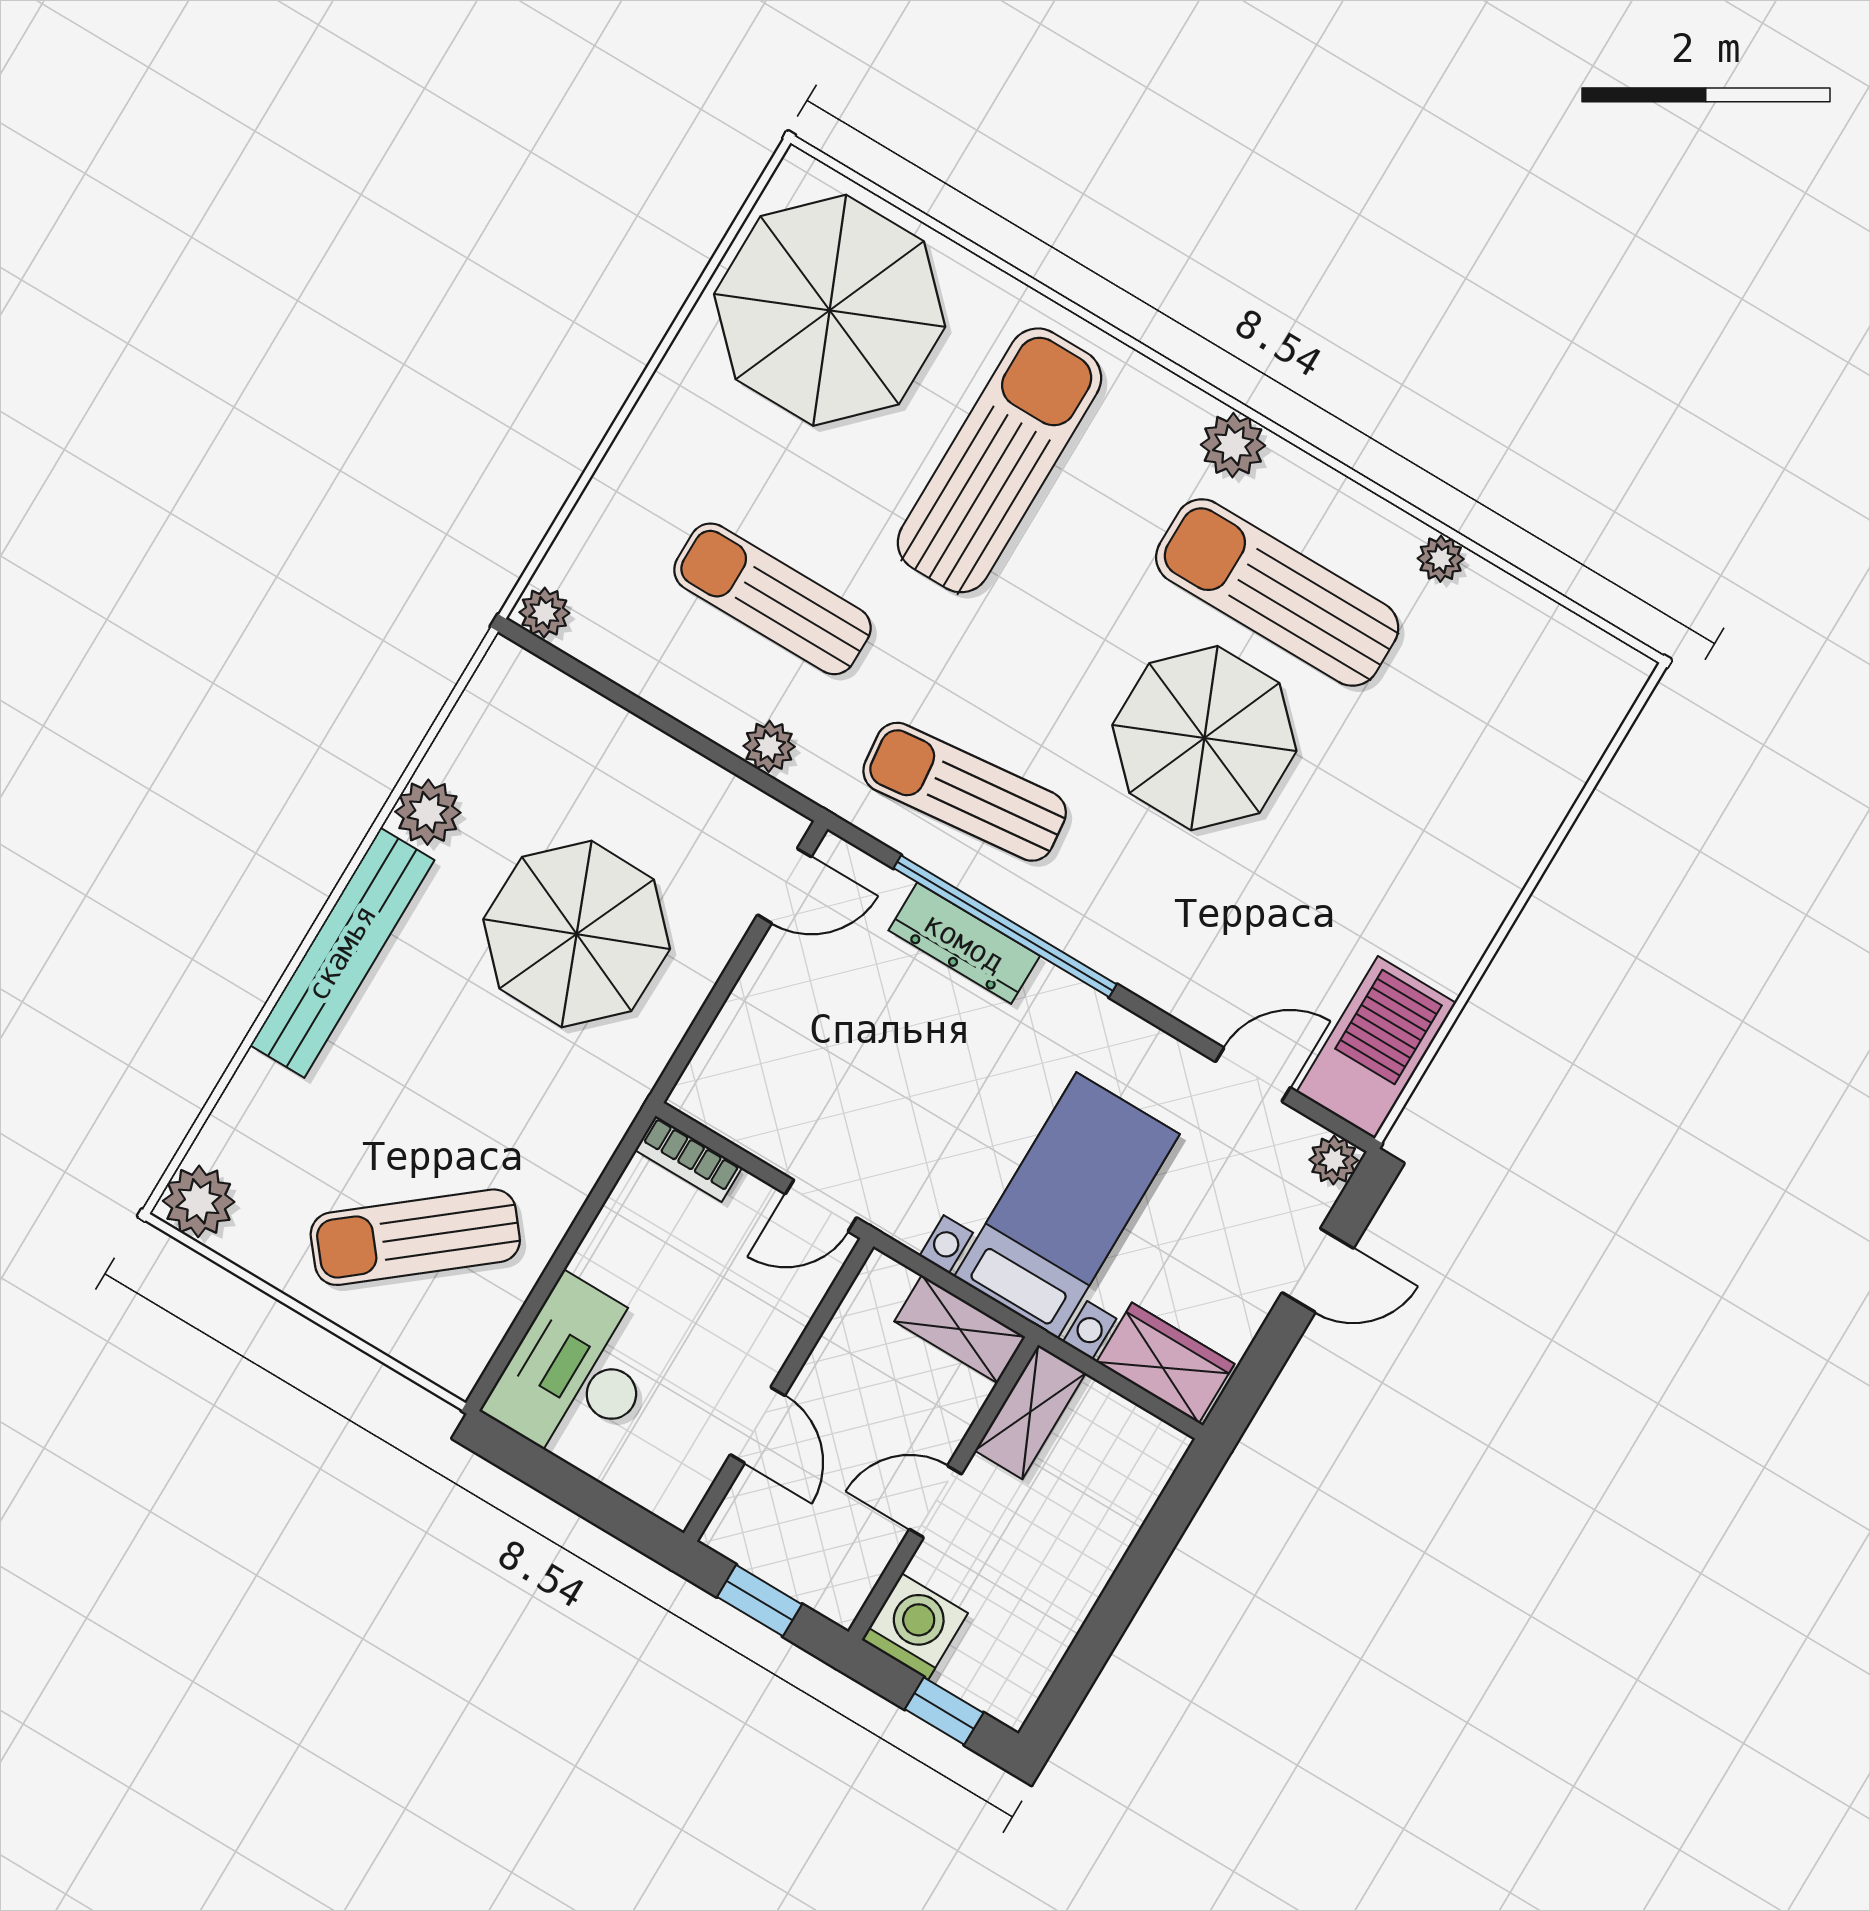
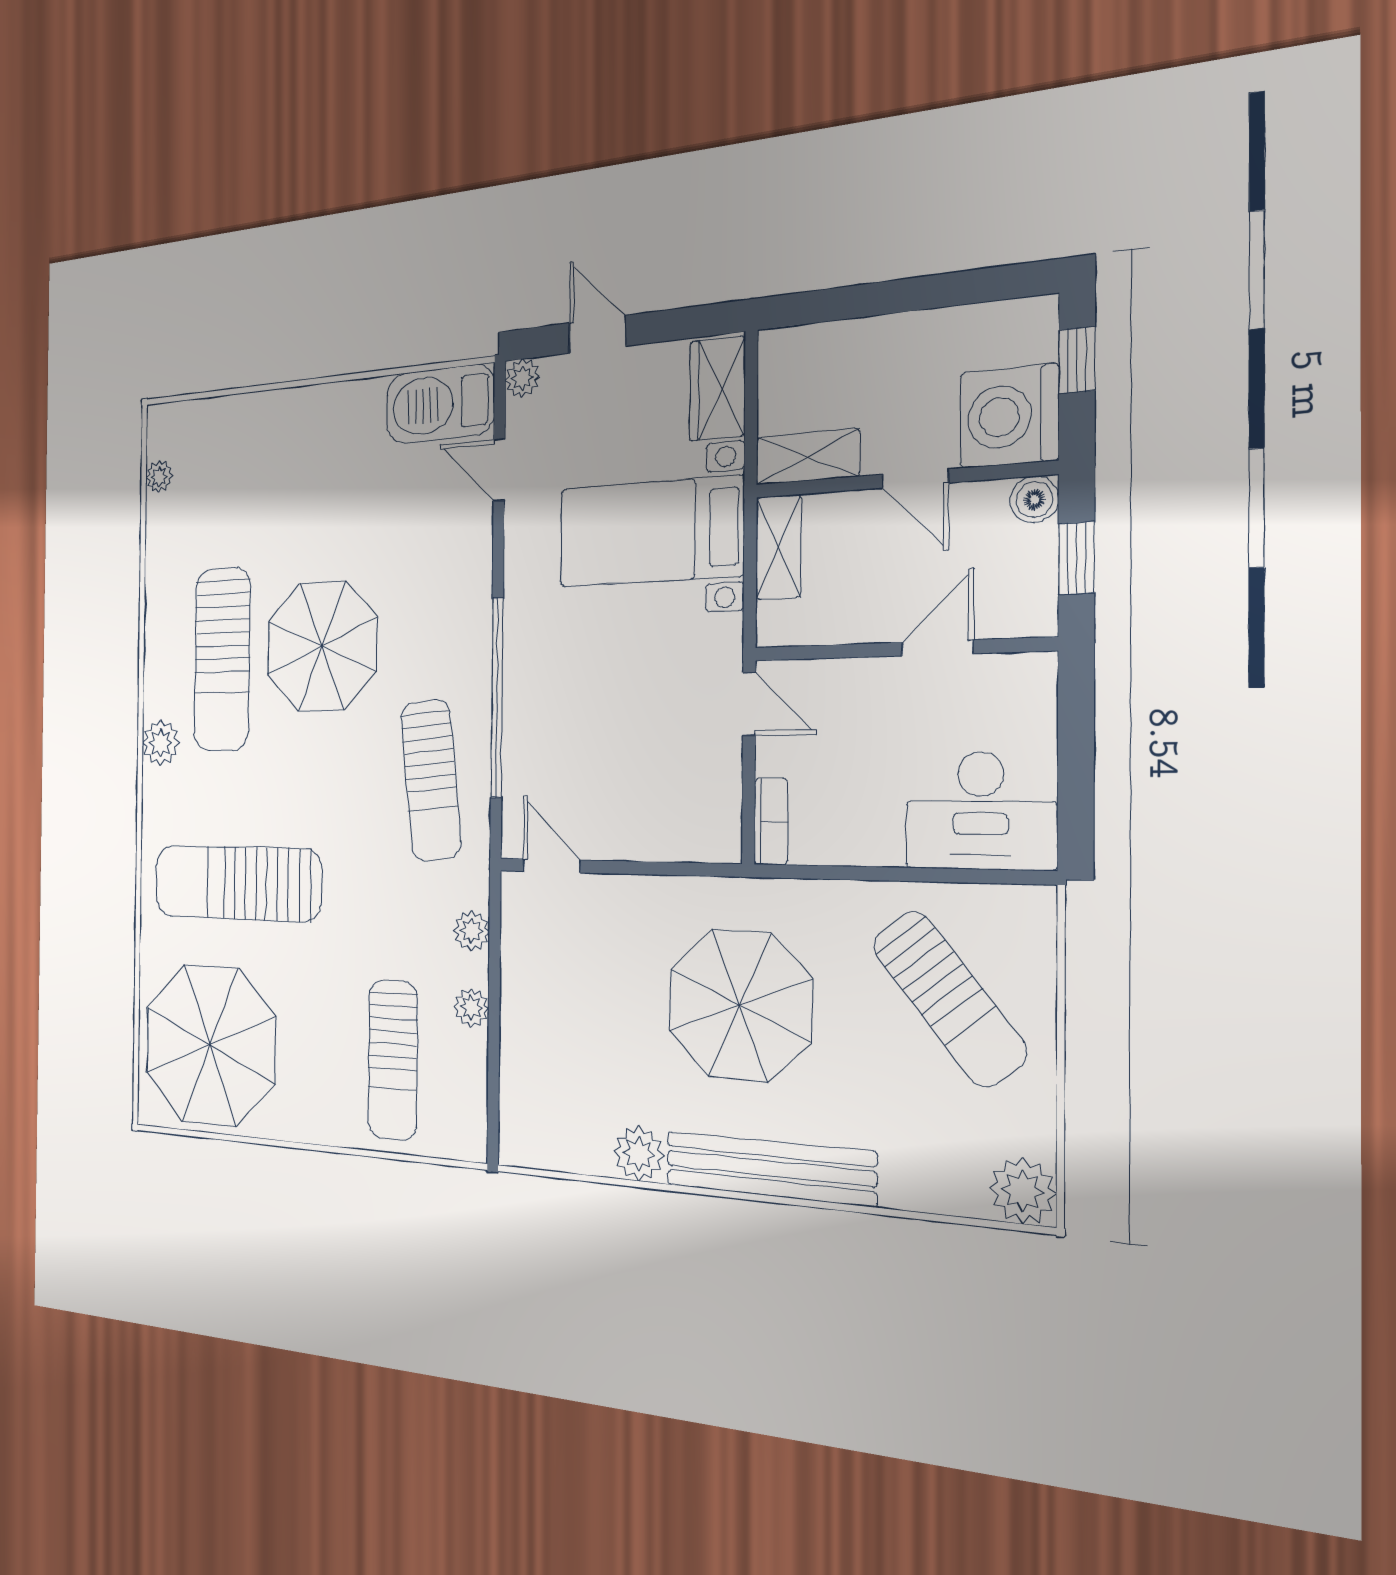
plant: (1441, 559) -> (159, 477), moved
sun lounger: (772, 599) -> (393, 1060), moved
plant: (544, 613) -> (471, 1008), moved
parasol: (577, 934) -> (740, 1005), moved
dresser: (964, 943) -> (522, 718), removed
boiler: (840, 1597) -> (1034, 500), added
washing machine: (915, 1627) -> (1009, 416), width x1.37, depth x1.37

